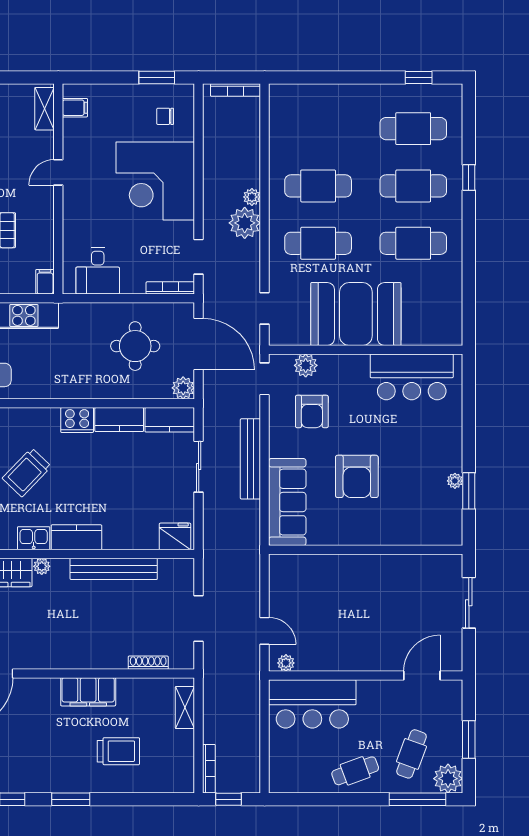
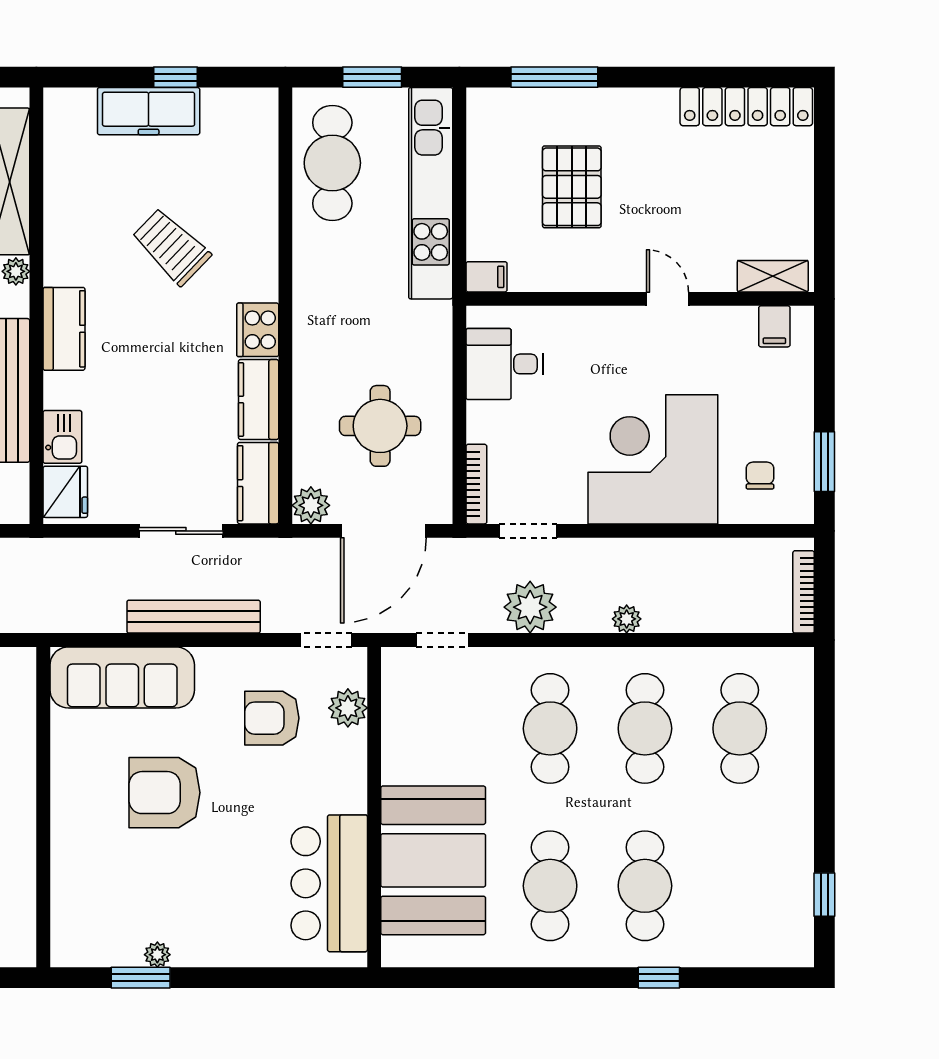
cafe table: (413, 129) -> (740, 728), moved
plant: (245, 223) -> (530, 607), moved
booth: (356, 314) -> (433, 860), moved
kitchen sink: (34, 538) -> (62, 437), moved

